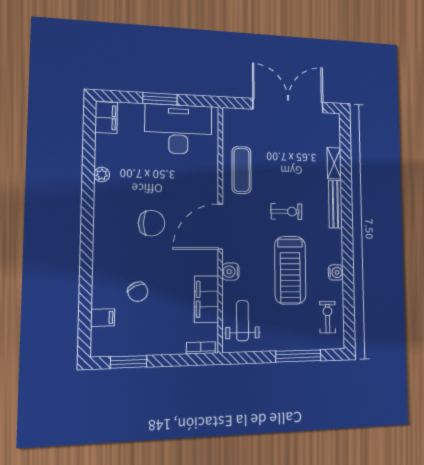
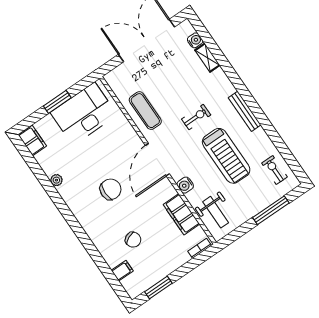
bench: (335, 204) -> (245, 111), moved
water cooler: (336, 272) -> (195, 40), moved
weight bench: (242, 321) -> (216, 212), turned 180

